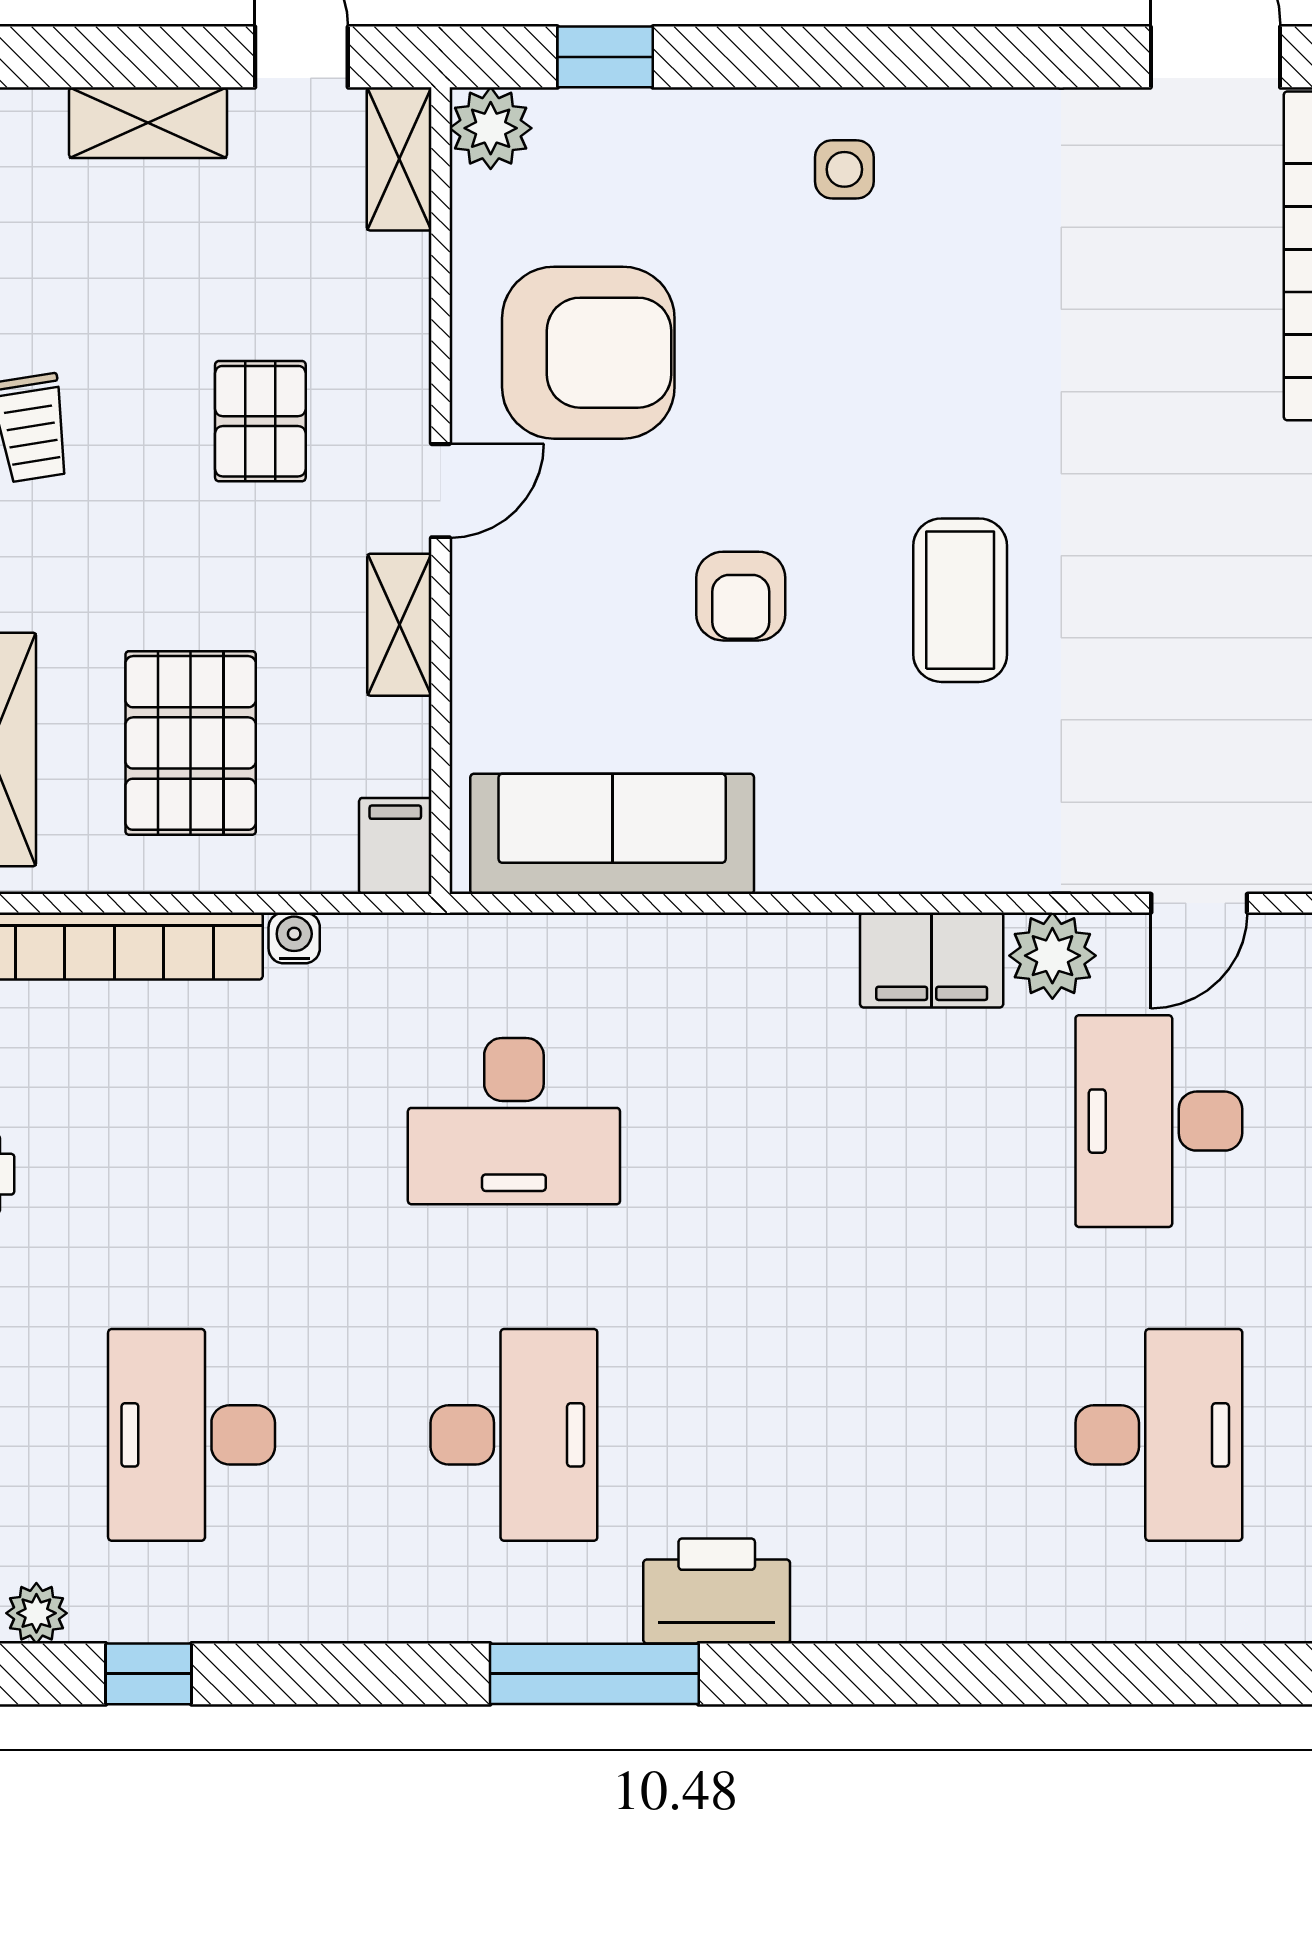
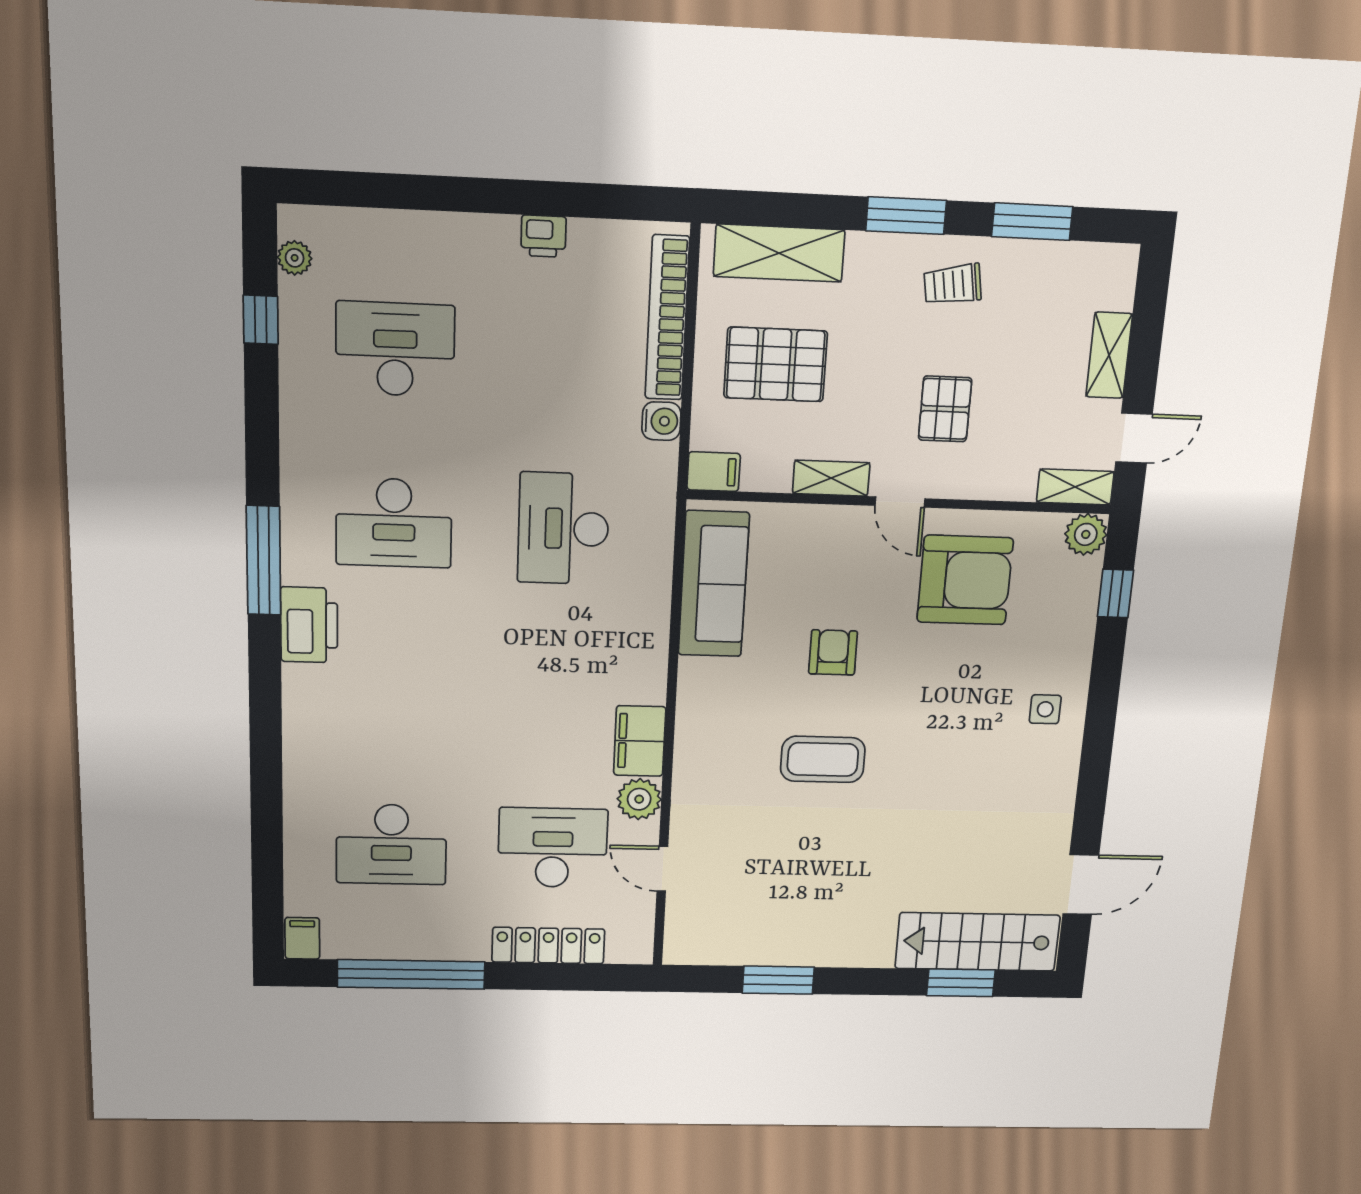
armchair: (588, 353) -> (965, 580), turned -90
pallet: (260, 421) -> (945, 409), turned 90
armchair: (741, 596) -> (833, 652), turned 90
water cooler: (294, 938) -> (661, 421), width x1.38, depth x1.38

